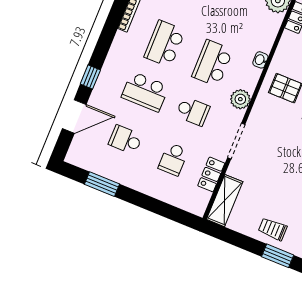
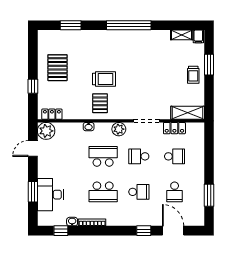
school desk: (212, 63) -> (103, 156), turned 180
school desk: (145, 92) -> (139, 192), width x0.54
school desk: (193, 111) -> (139, 156), turned -90

